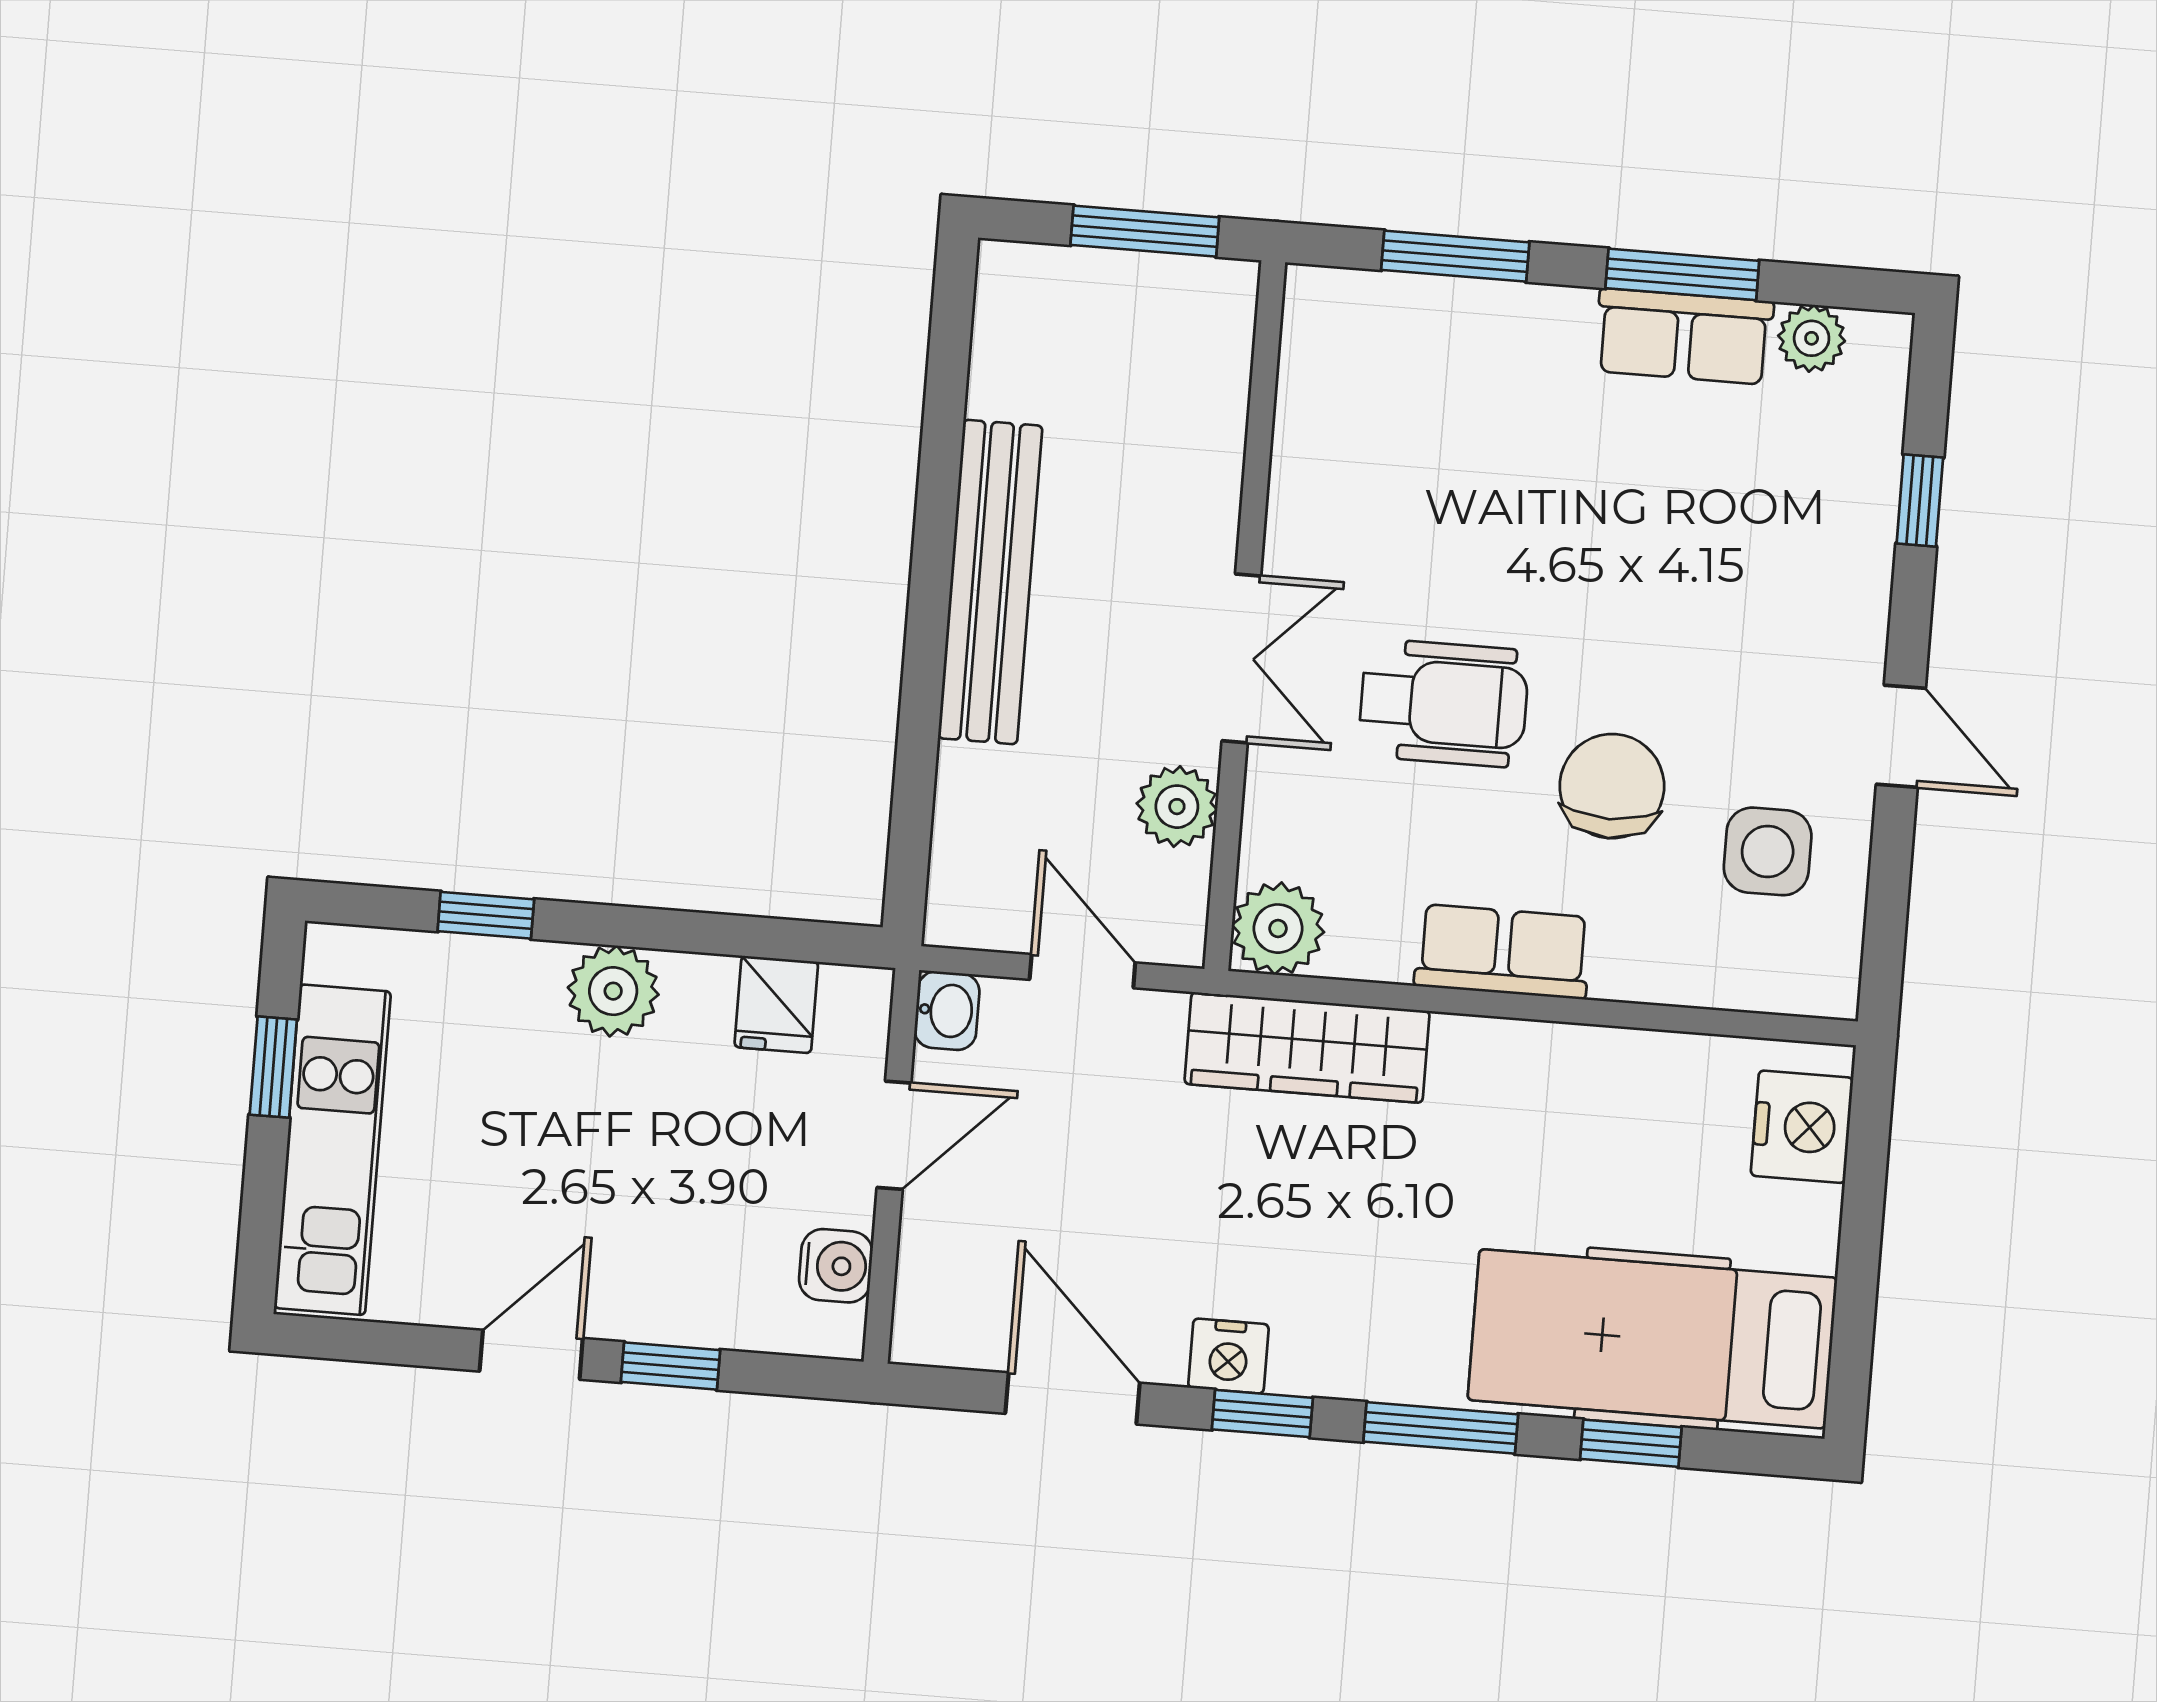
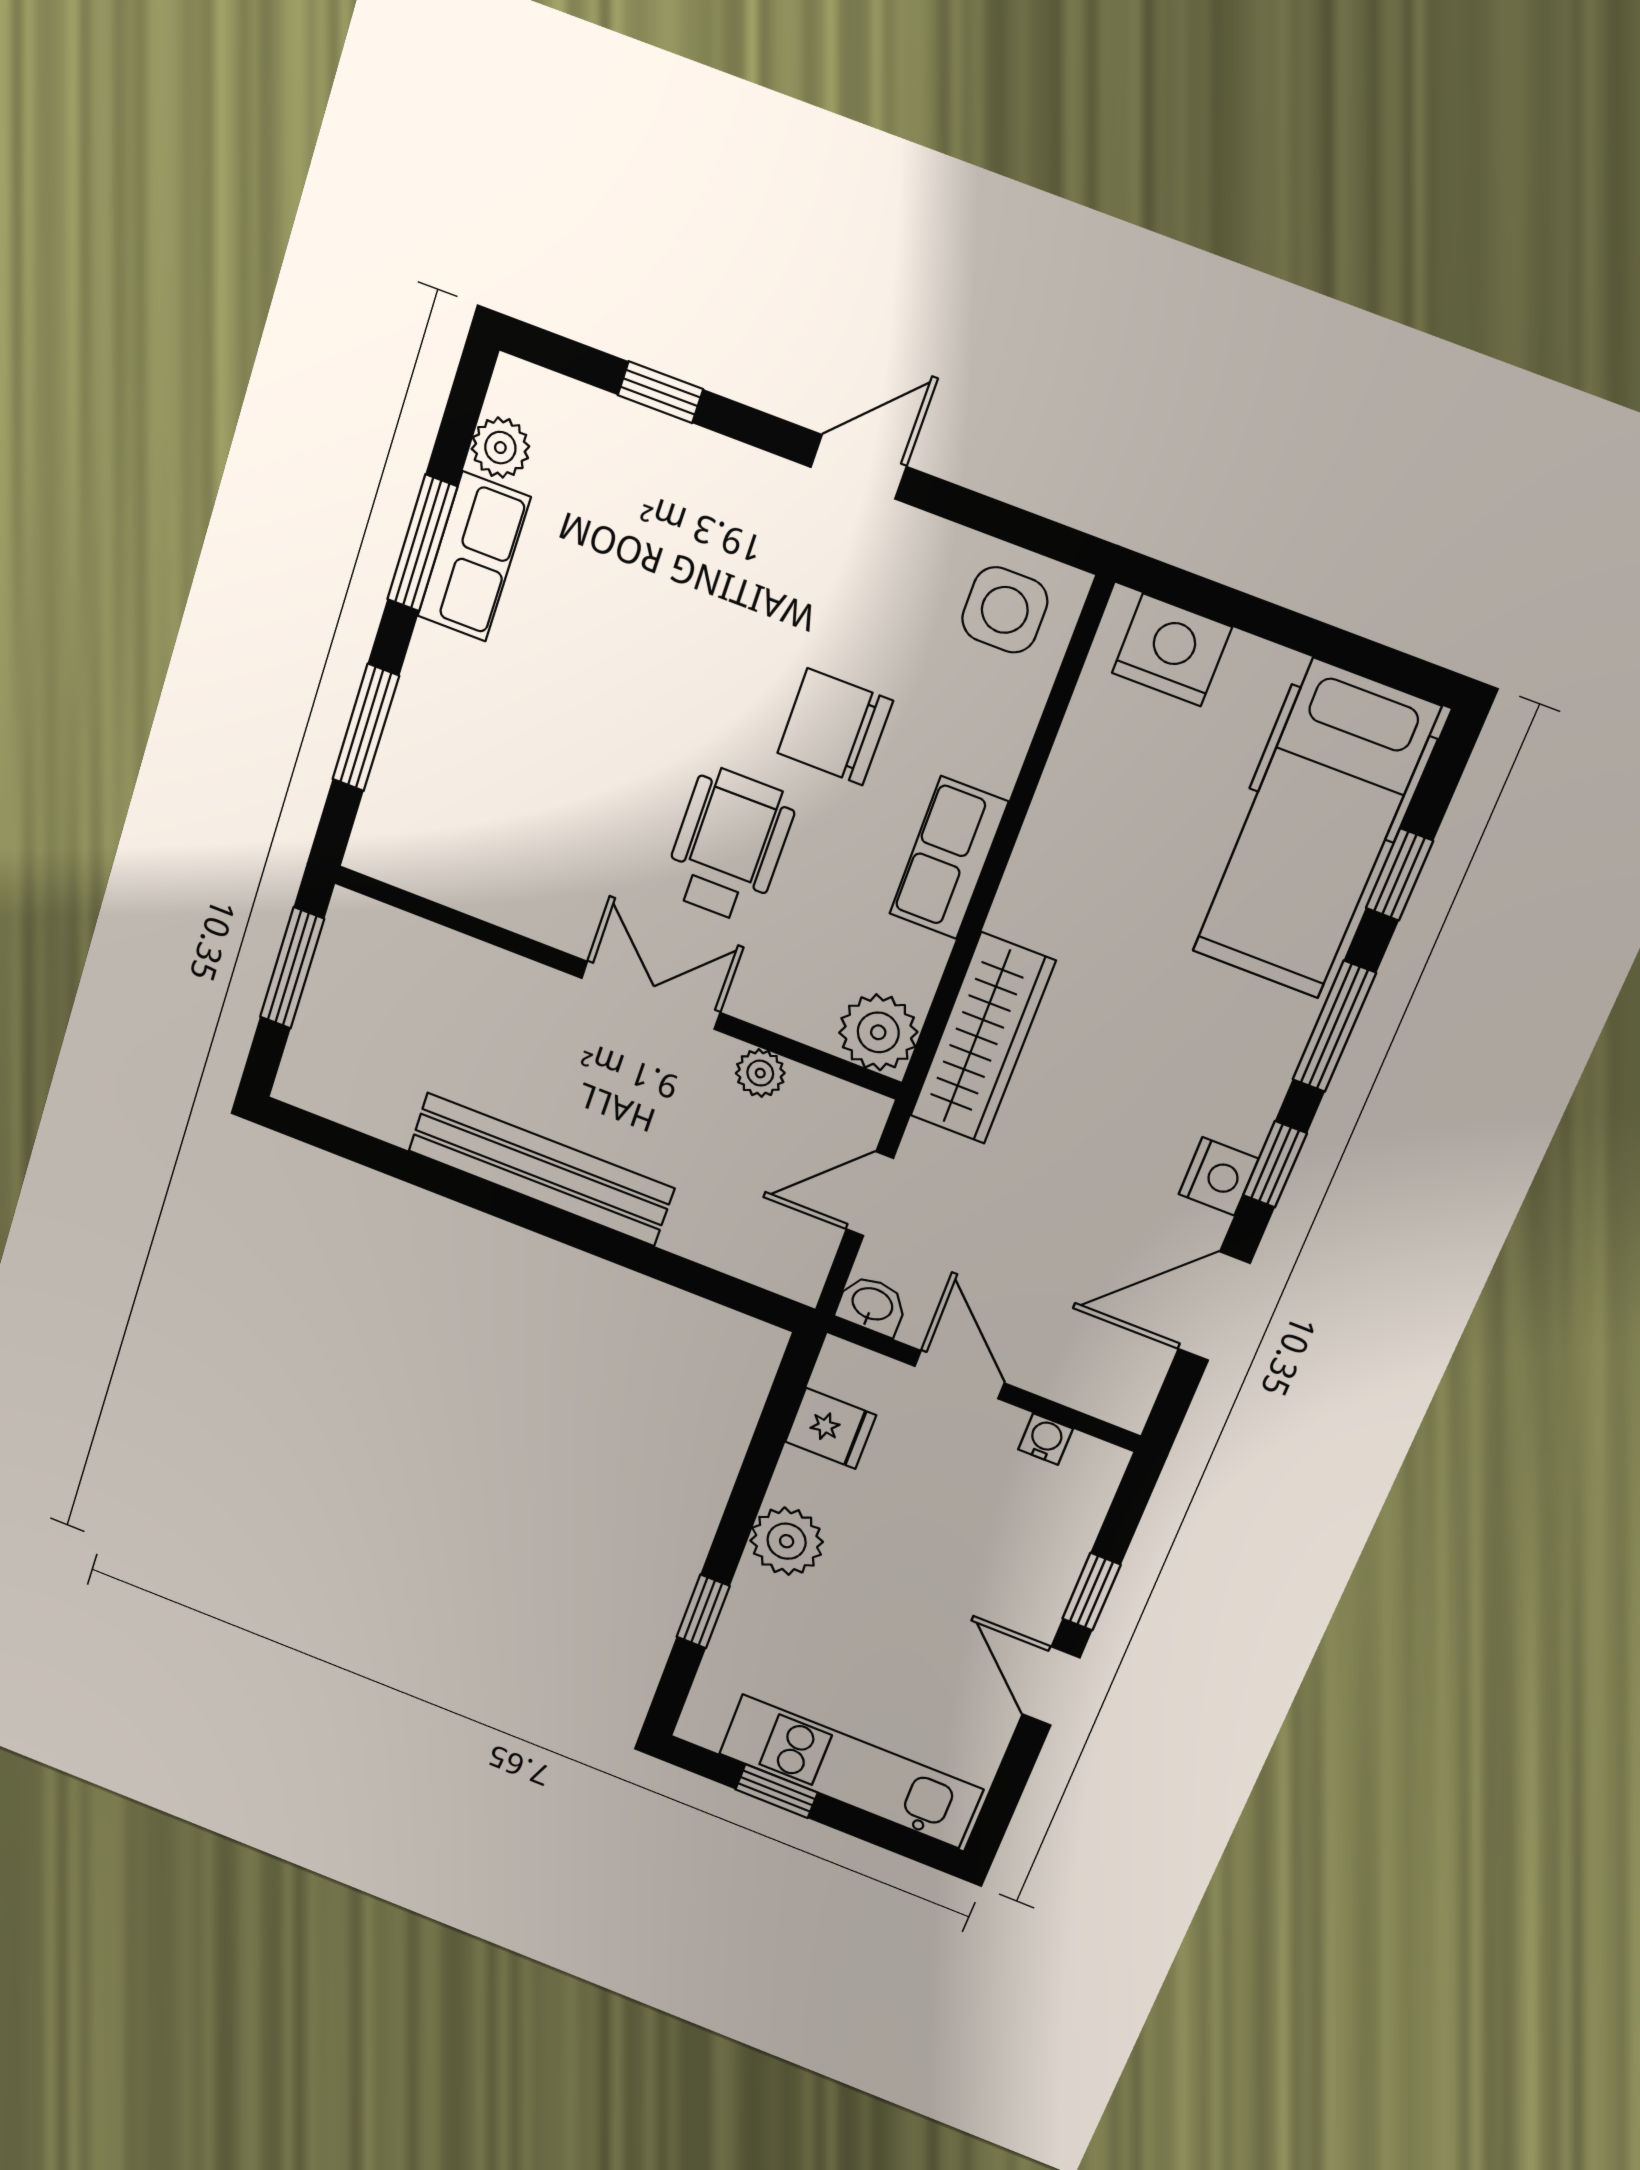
plant: (1177, 807) -> (760, 1073), width x0.73, depth x0.73
side table: (1768, 851) -> (1005, 610), moved
water cooler: (836, 1266) -> (1046, 1439), width x0.72, depth x0.72

